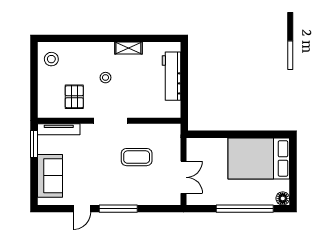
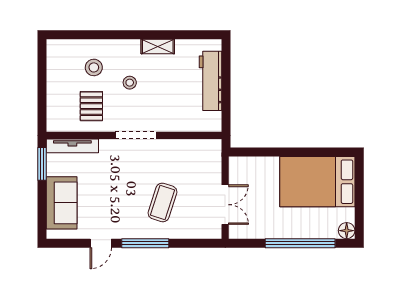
stool: (51, 59) -> (94, 67), moved
coffee table: (137, 157) -> (163, 202), moved, turned -72

